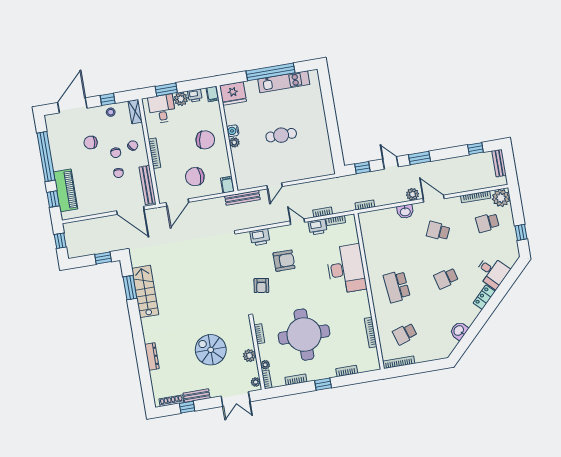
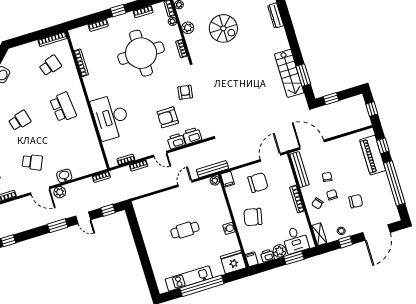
plant: (234, 142) -> (215, 181), moved
printer: (318, 227) -> (176, 141), moved

